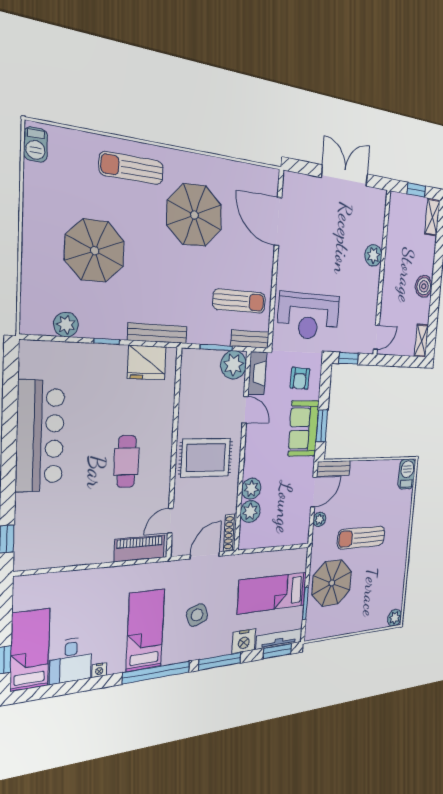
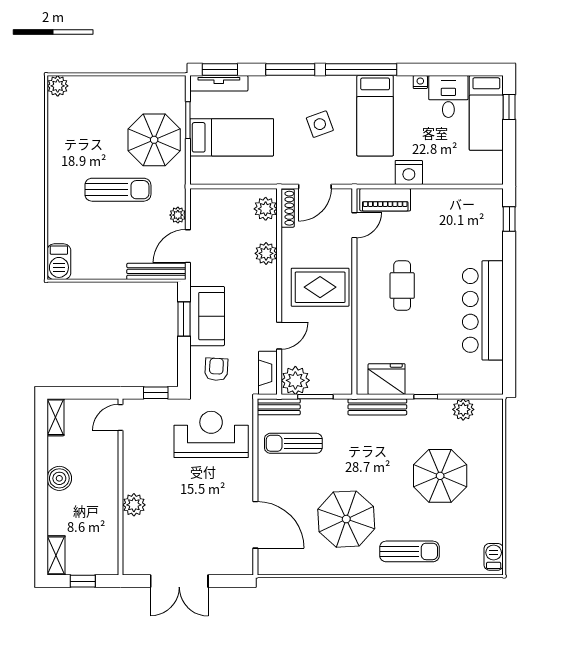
door: (245, 410) -> (279, 336), swing flipped
bench: (333, 469) -> (156, 271), width x1.36
plant: (250, 512) -> (266, 209), moved
nightstand: (244, 641) -> (409, 172), moved, turned 180

